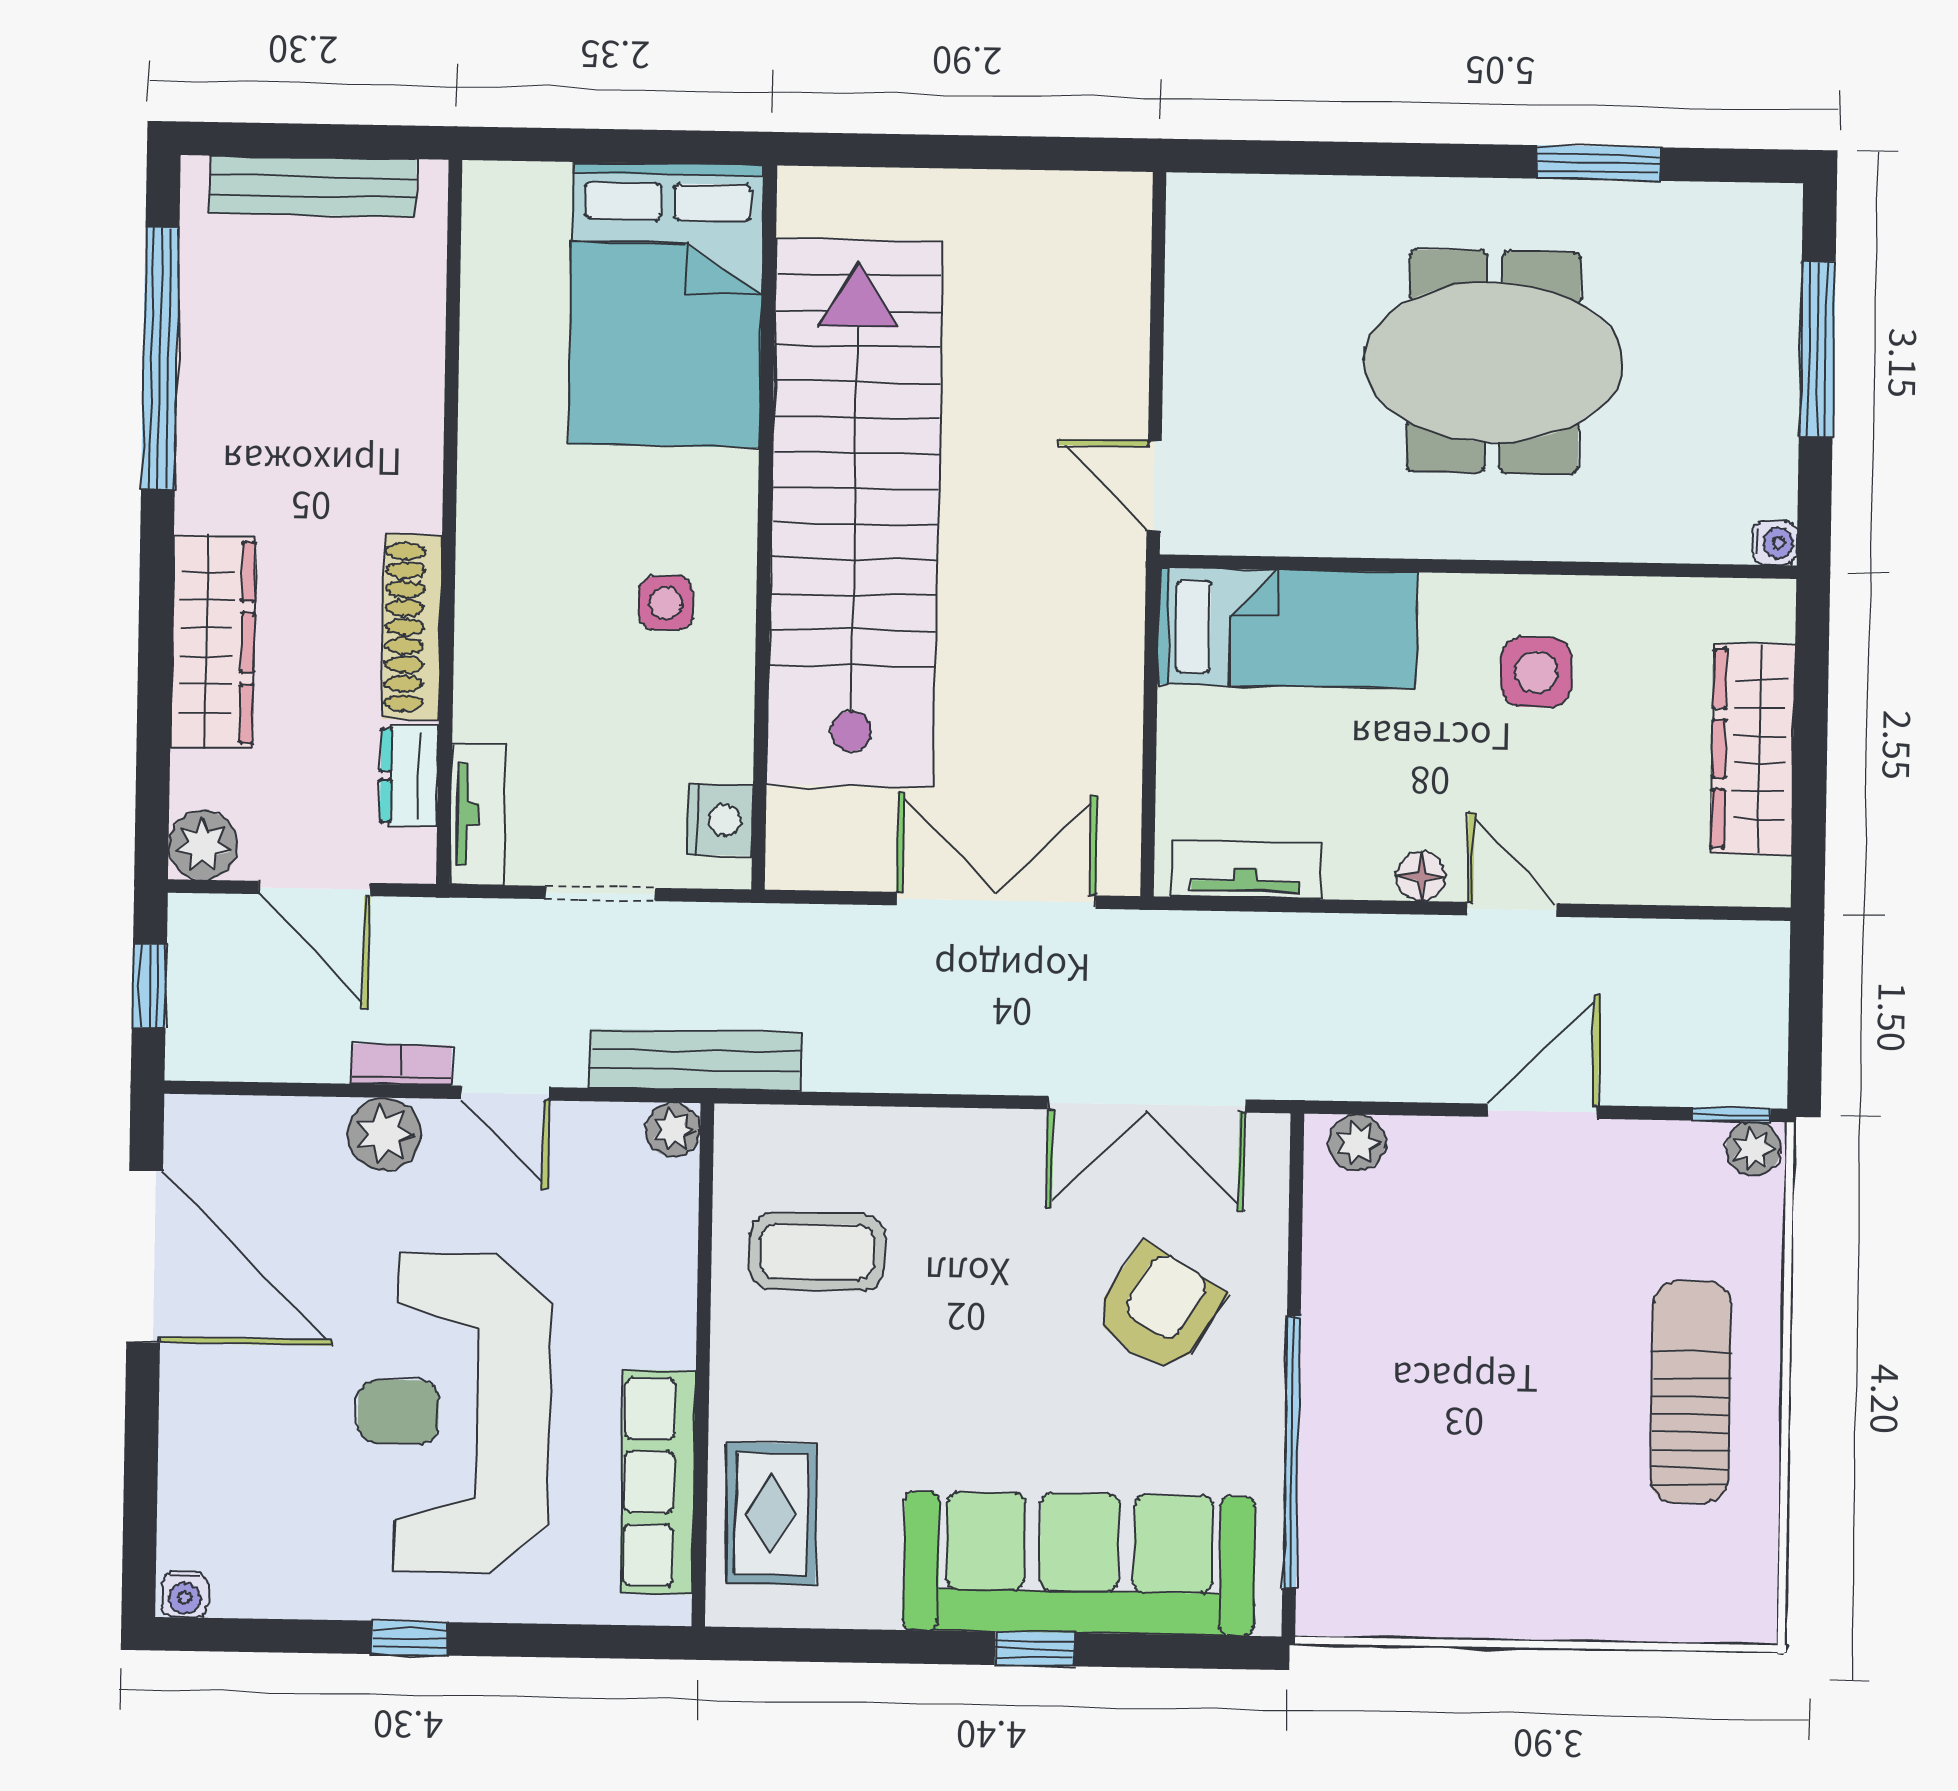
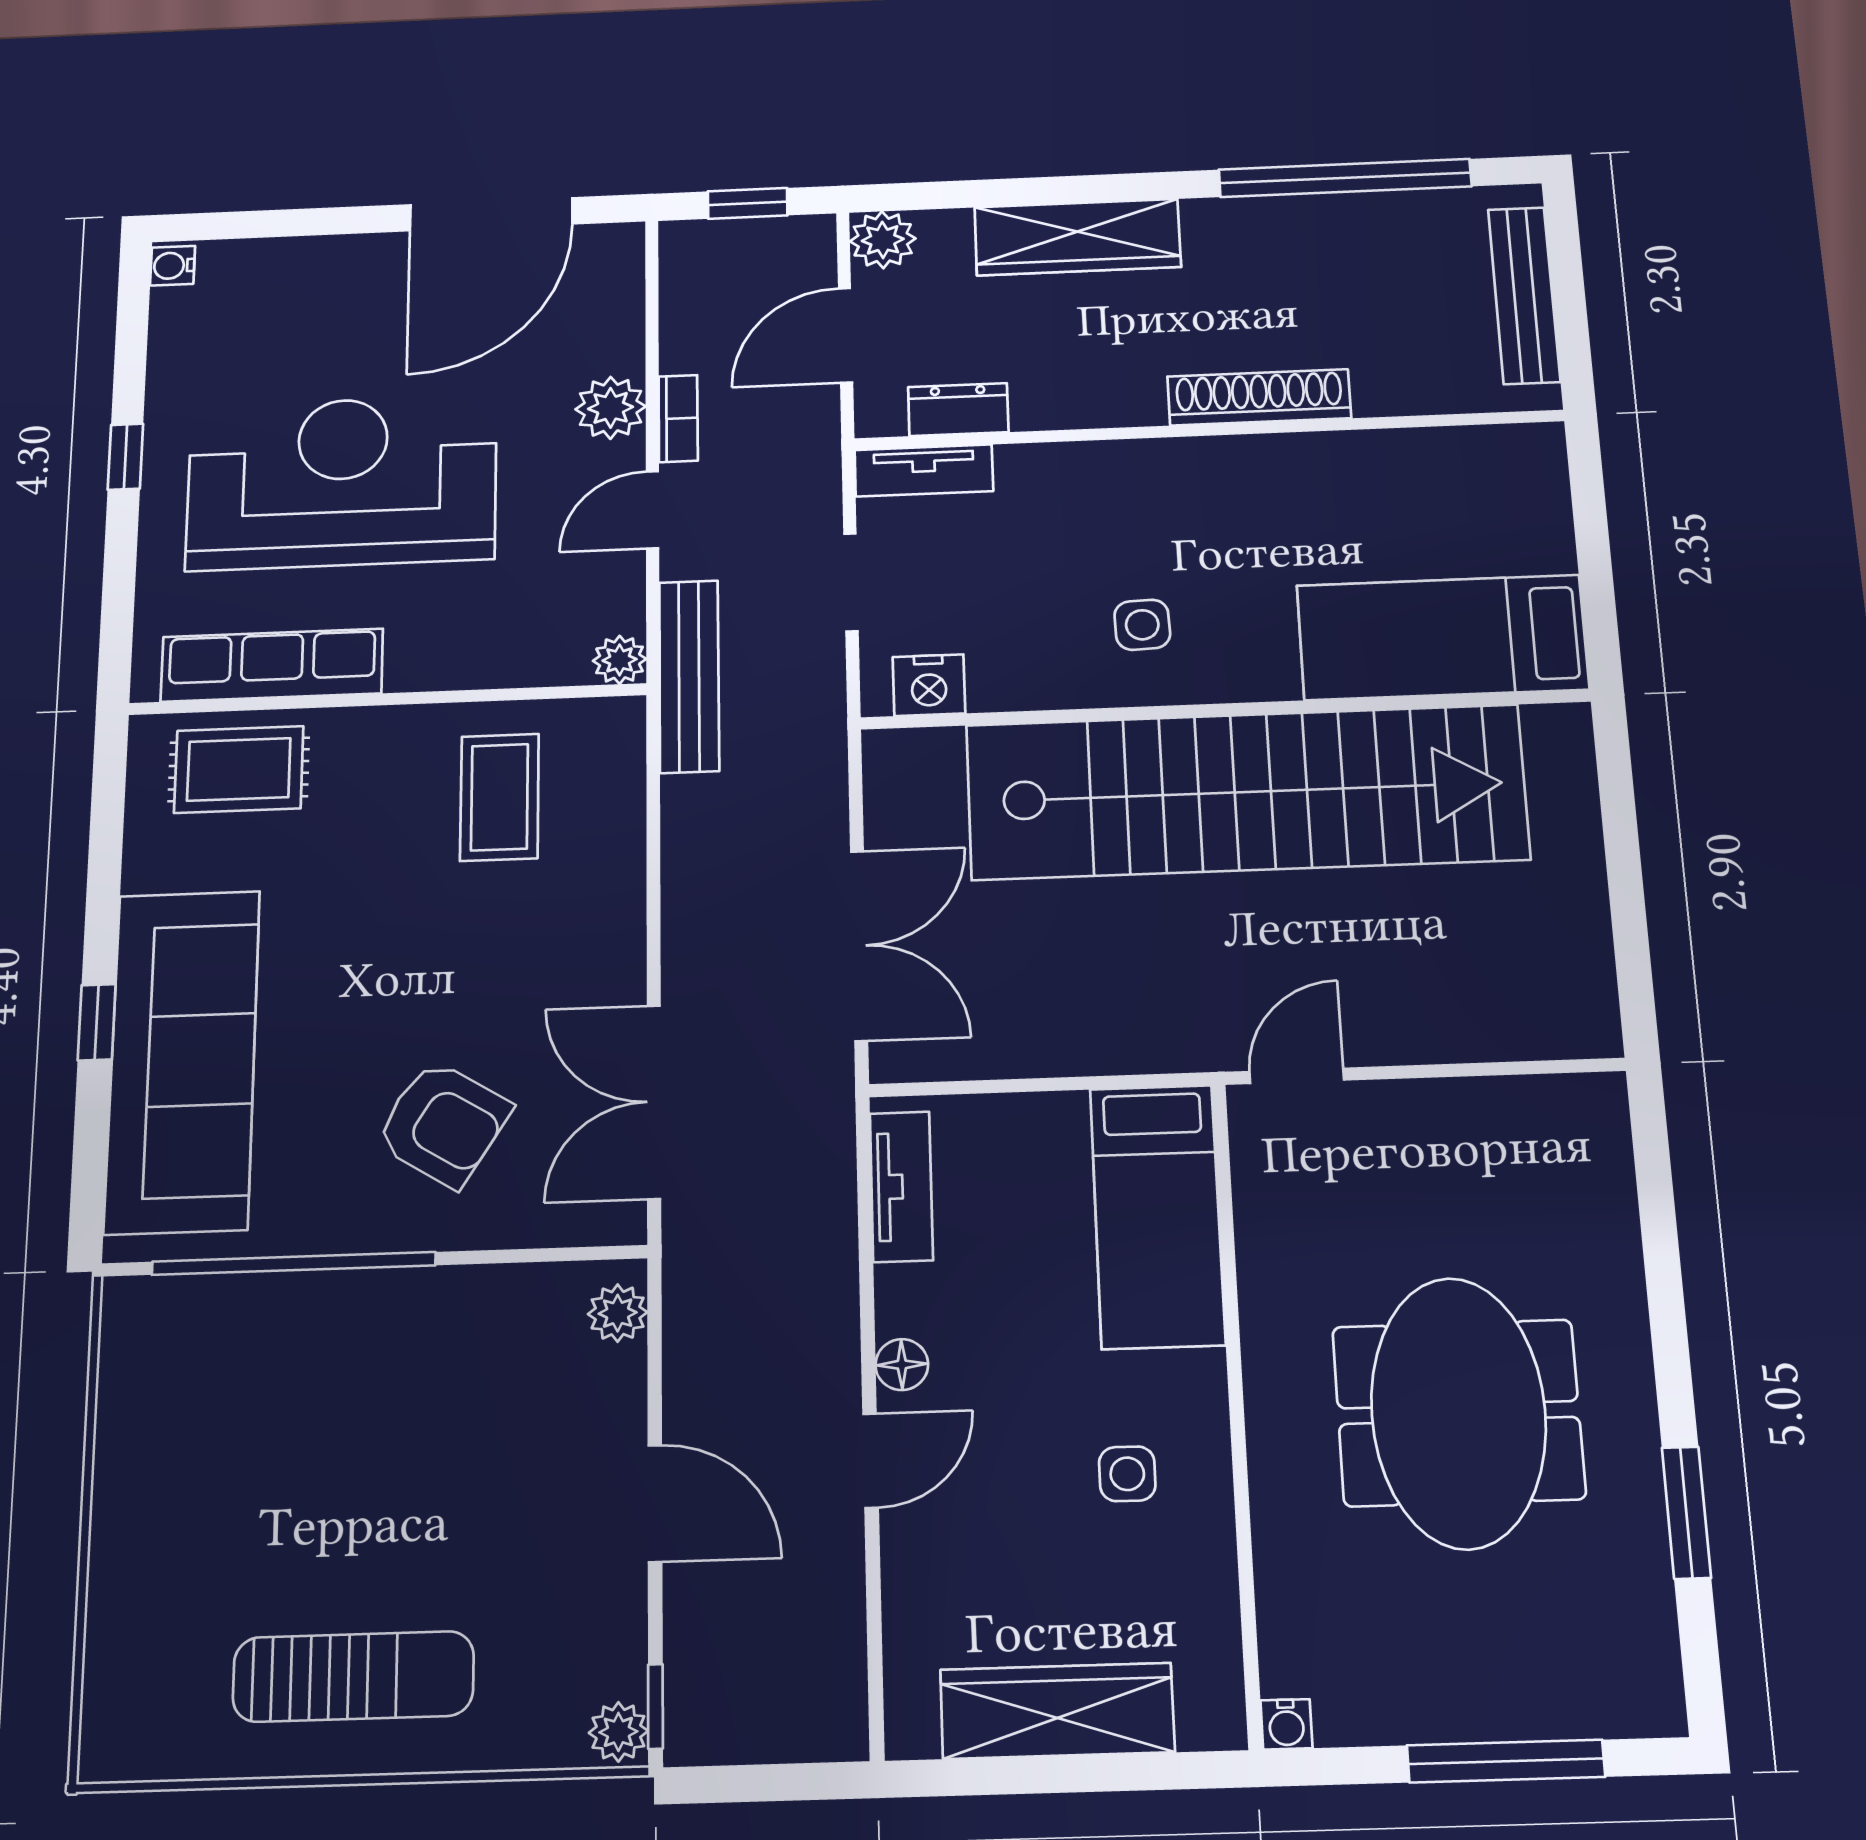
bed: (666, 305) -> (1442, 637), width x0.67
shoe rack: (412, 627) -> (1259, 397), moved
side table: (1536, 672) -> (1127, 1474), width x0.73, depth x0.73

